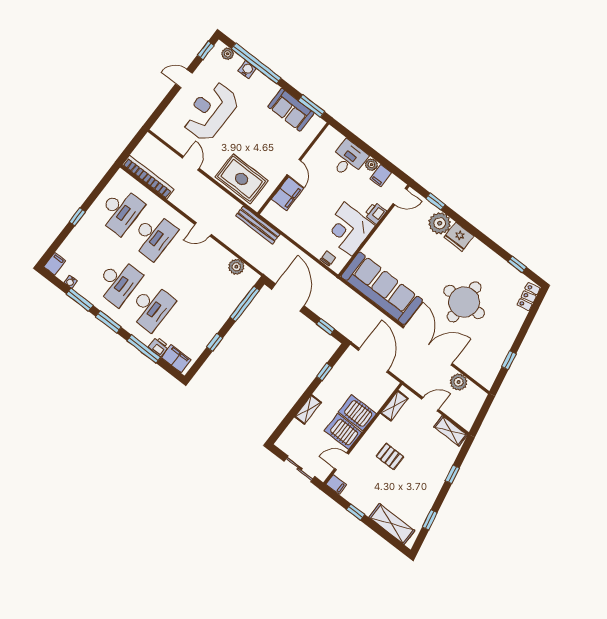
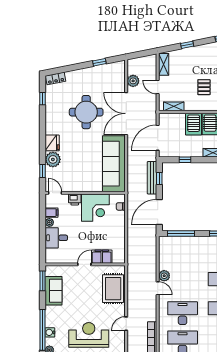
reception desk: (210, 111) -> (89, 335), turned 180
bench: (258, 225) -> (152, 178), moved
plant: (236, 267) -> (164, 276), moved

